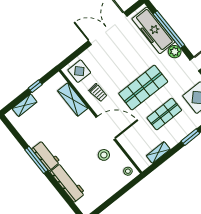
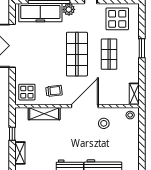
shelving: (158, 153) -> (134, 94), moved

